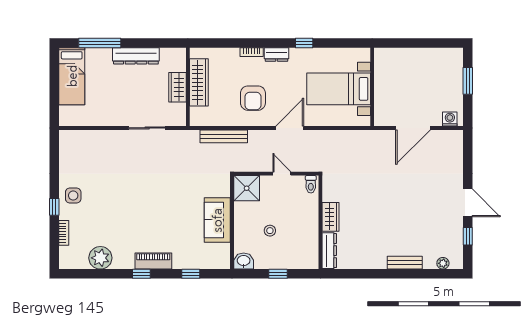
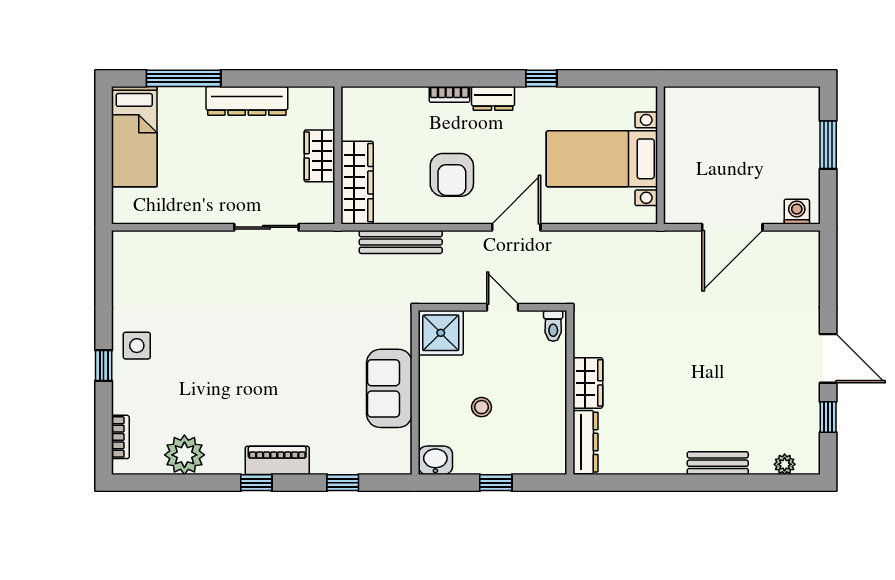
wardrobe: (199, 82) -> (357, 183), moved
bookcase: (64, 233) -> (120, 437), moved

